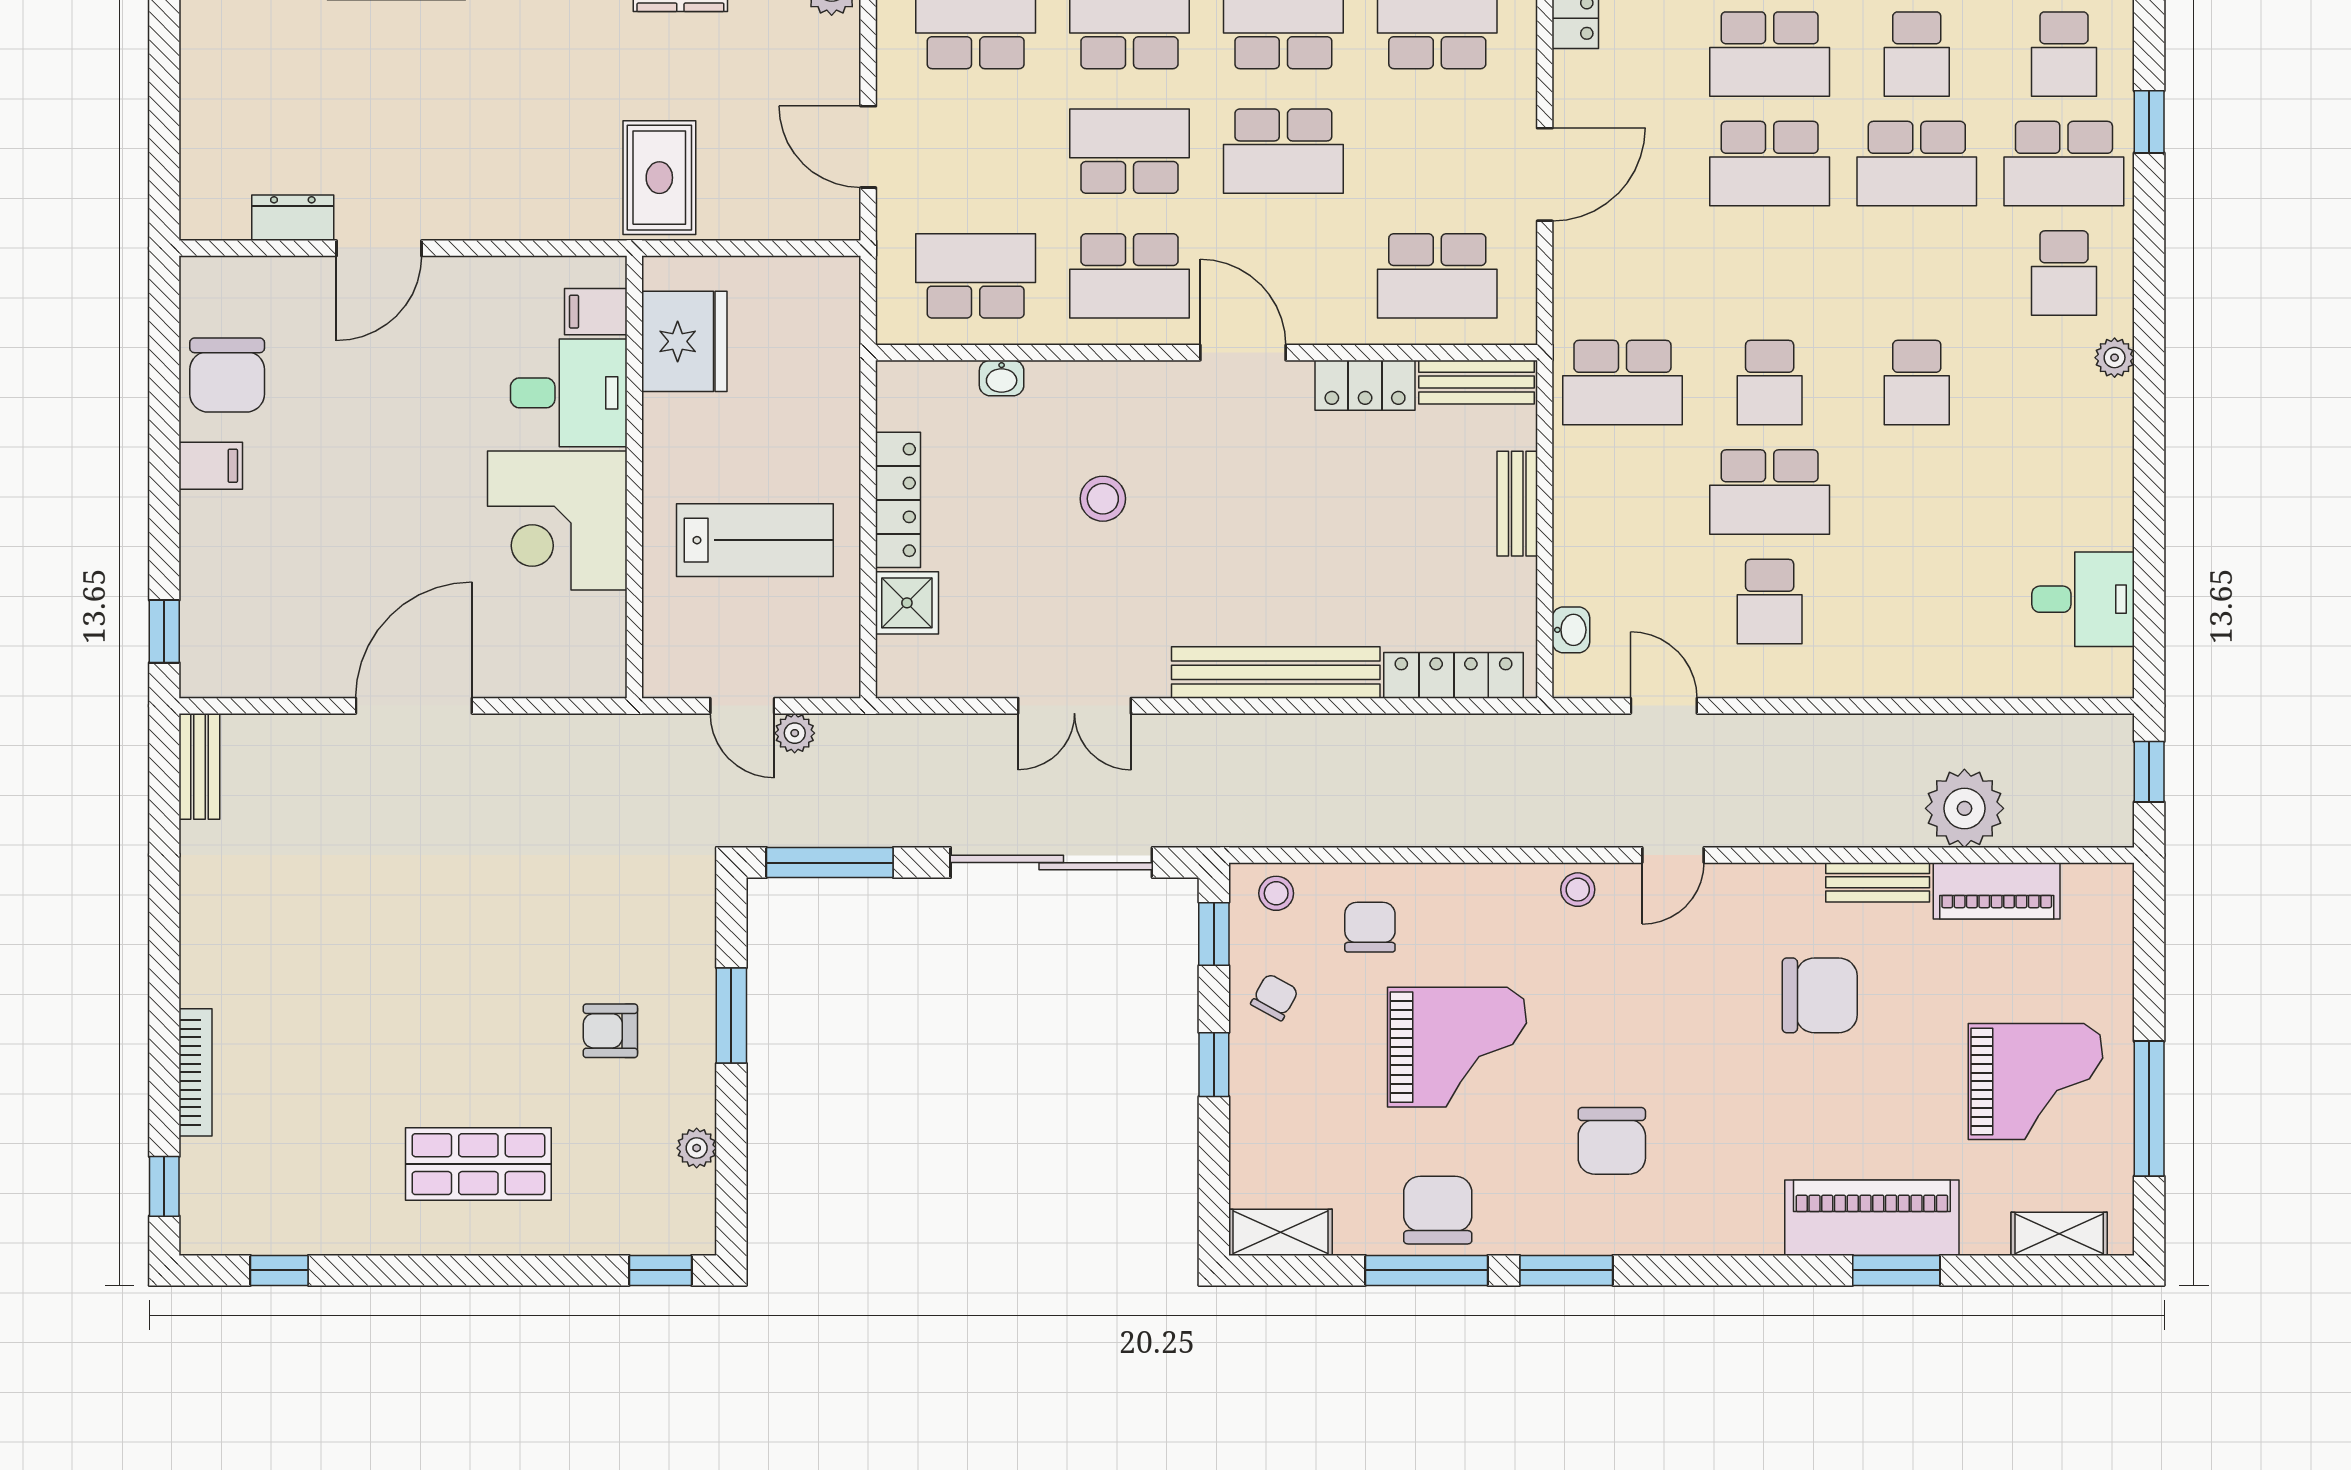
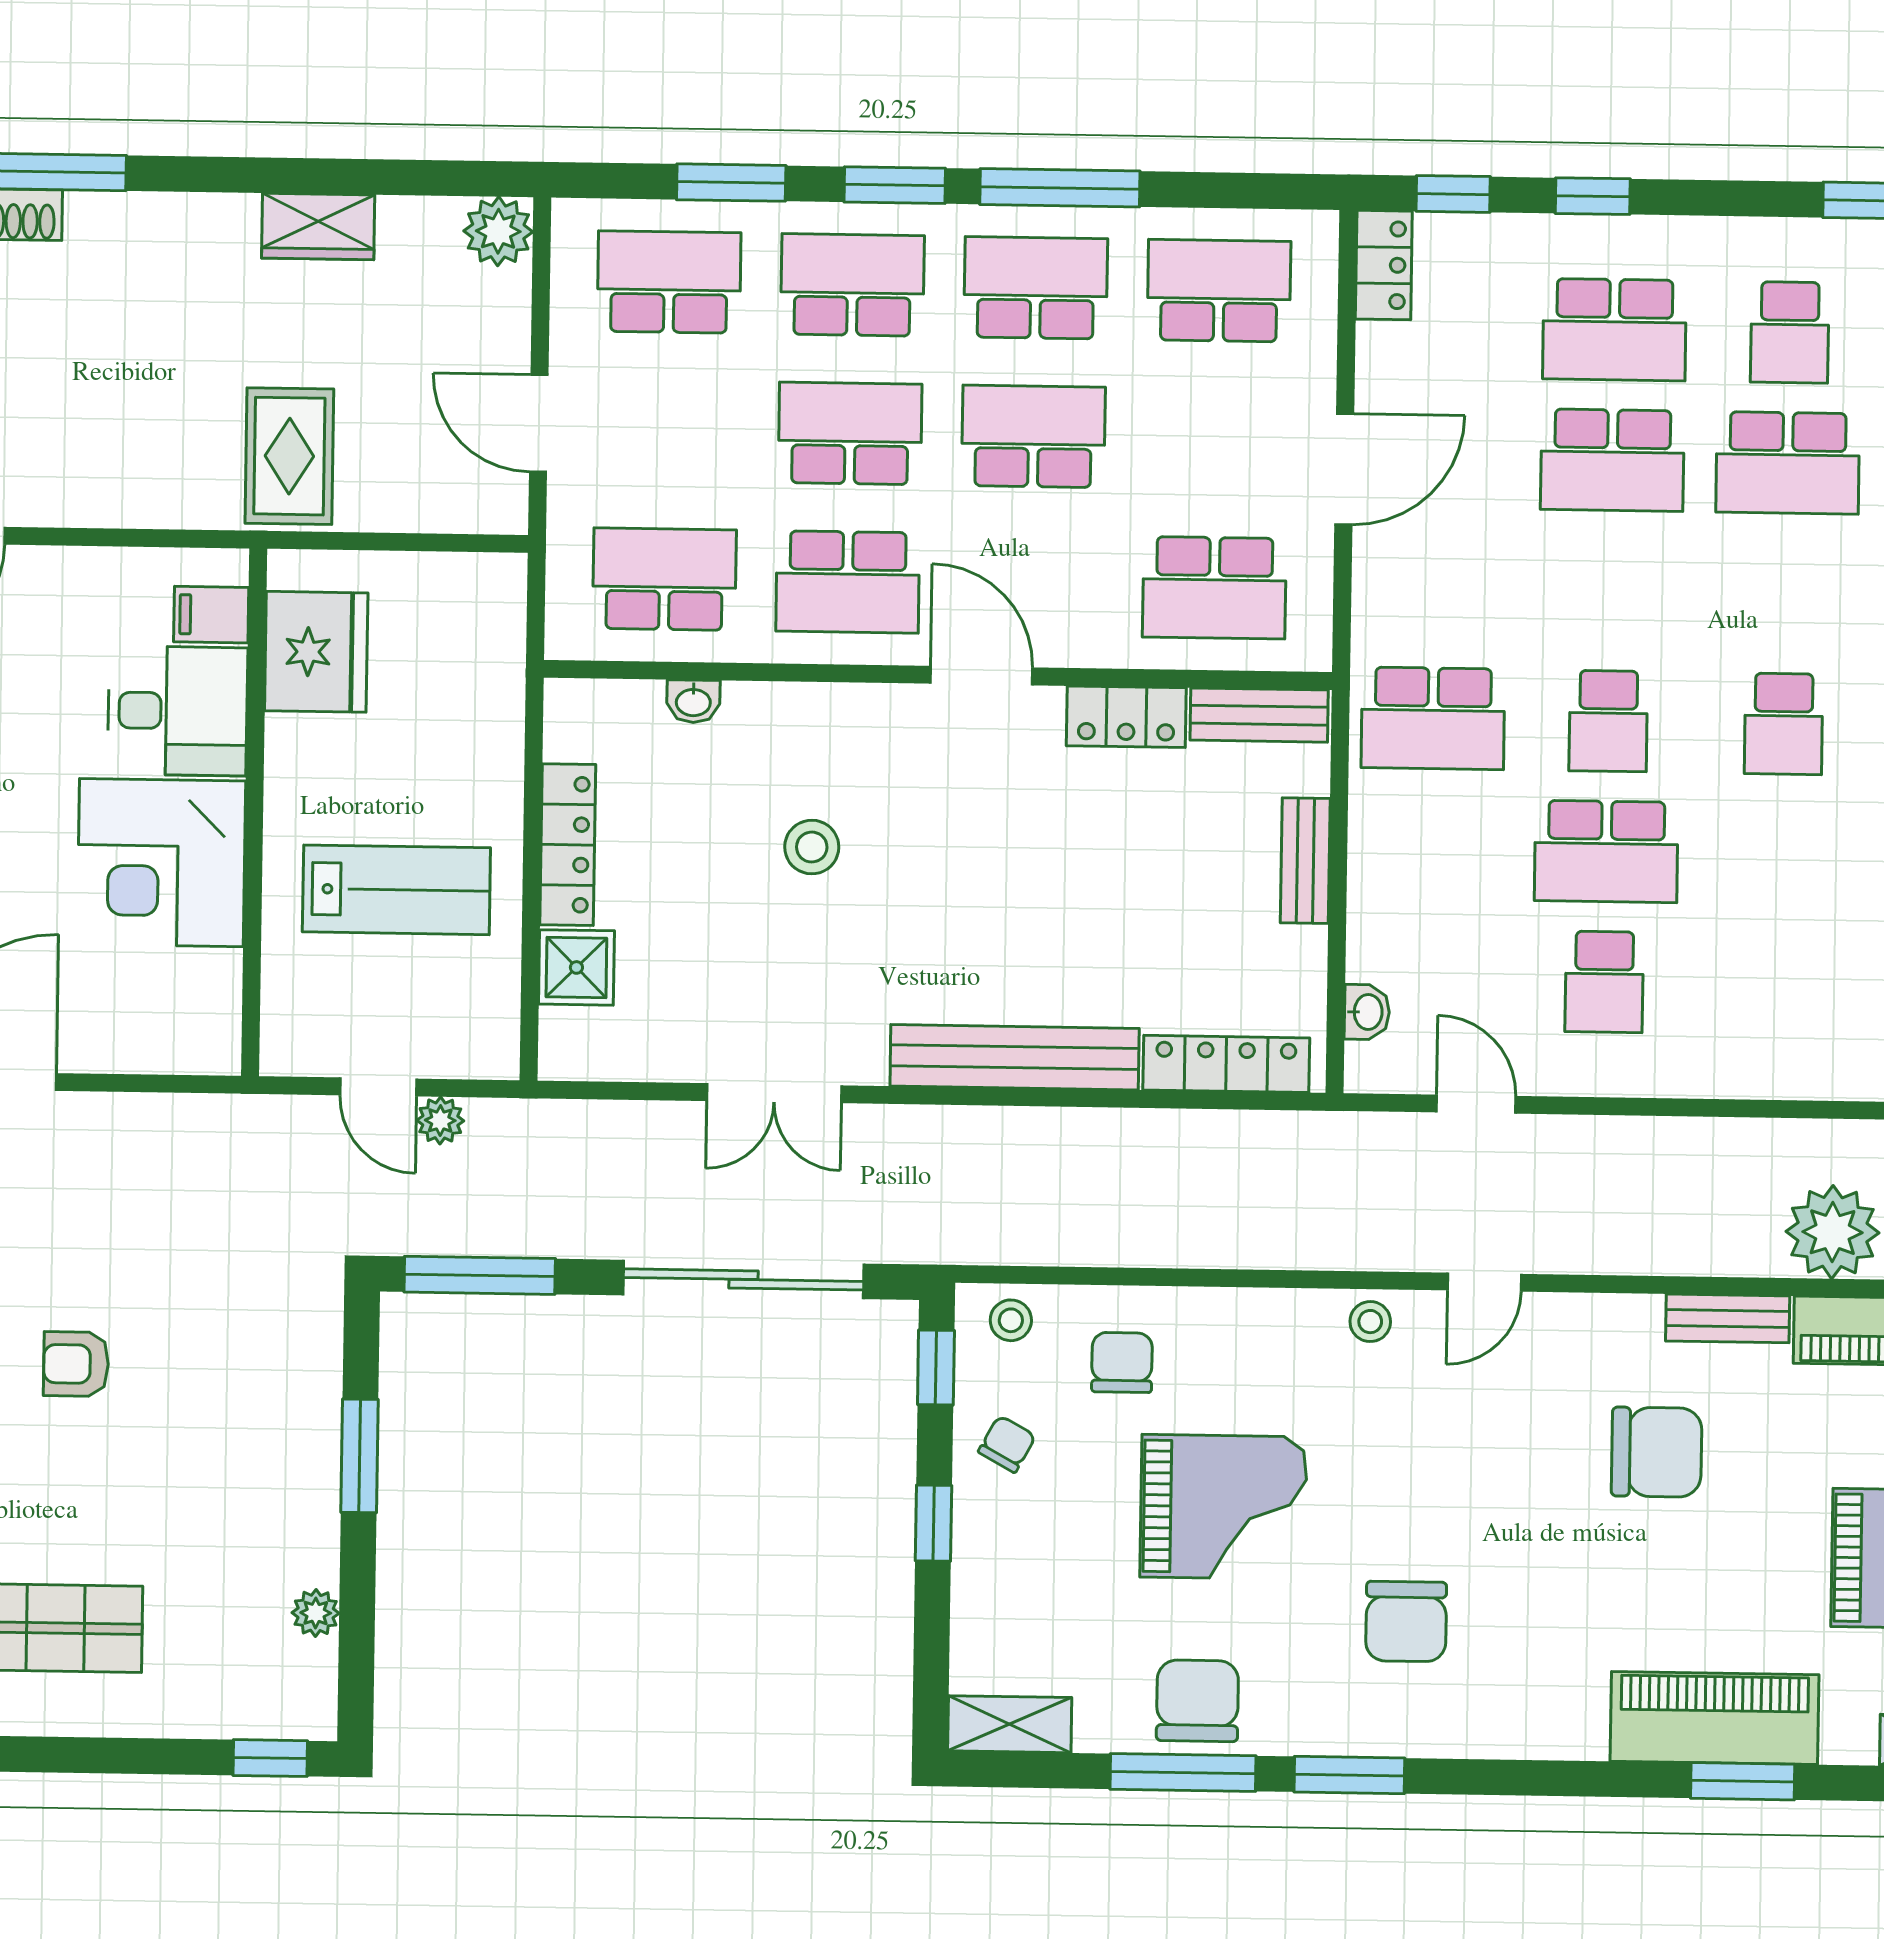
school desk: (1283, 151) -> (1033, 436), turned 180
armchair: (610, 1031) -> (76, 1364), moved

